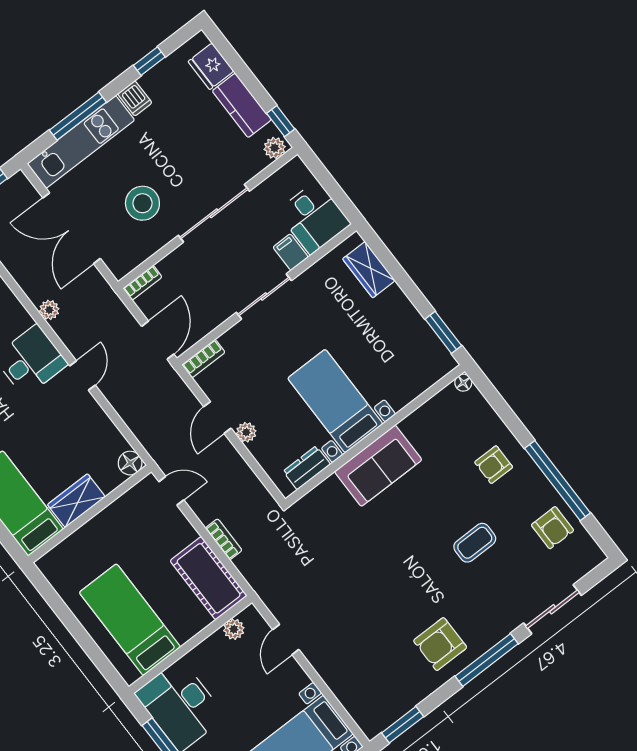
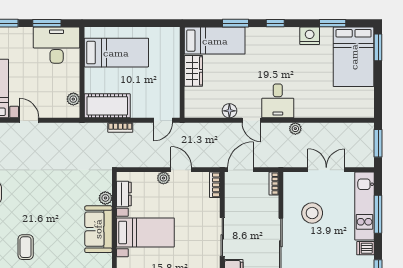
double door: (72, 228) -> (326, 170), width x0.73
door: (158, 340) -> (241, 170), swing flipped
floor lamp: (130, 463) -> (229, 111), moved
plant: (330, 488) -> (105, 198), added
door: (286, 640) -> (29, 120), moved

